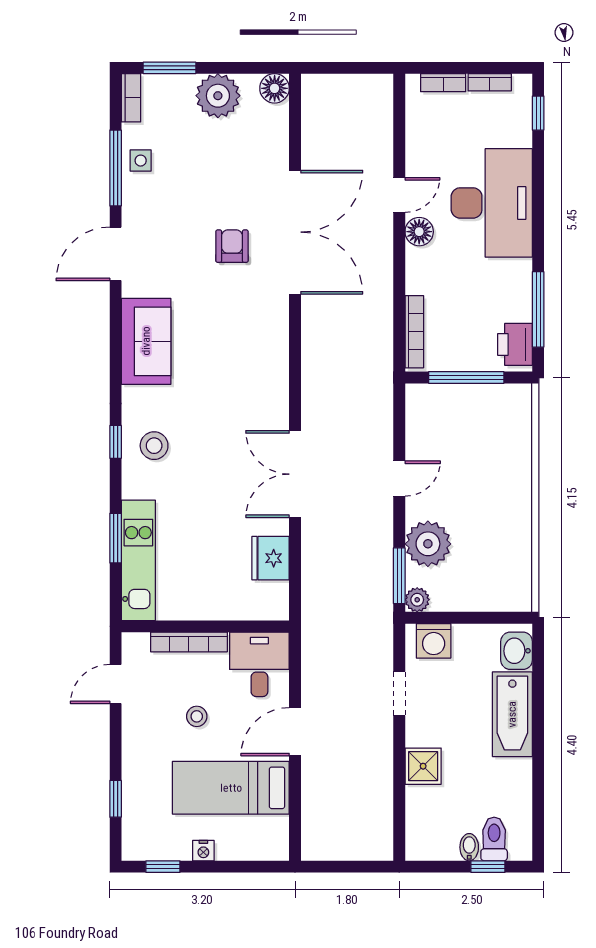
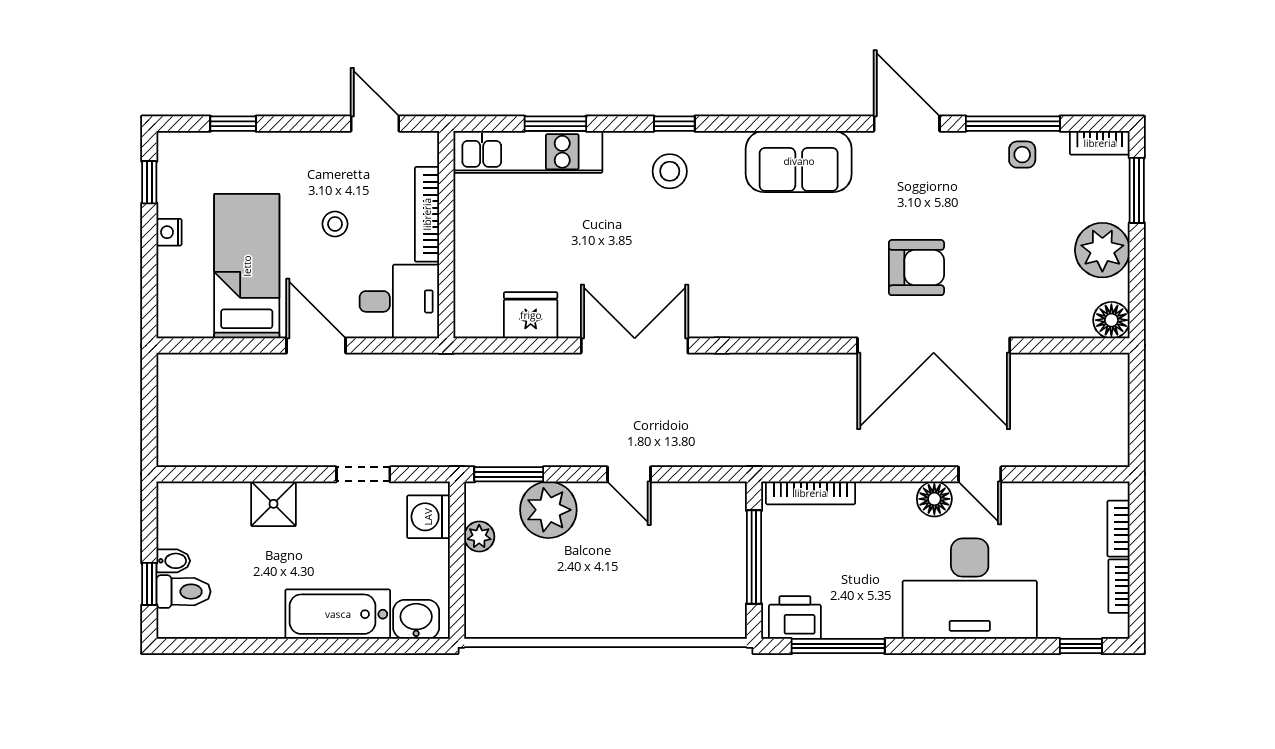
armchair: (232, 246) -> (916, 268), width x1.38, depth x1.38
plant: (417, 600) -> (479, 537), moved

